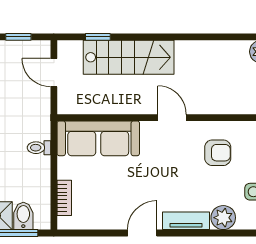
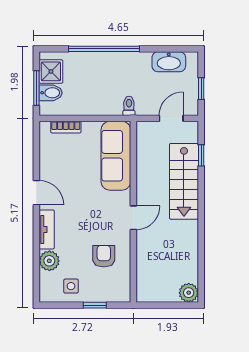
toilet: (39, 148) -> (129, 106), moved
armchair: (218, 153) -> (104, 256), turned 180

